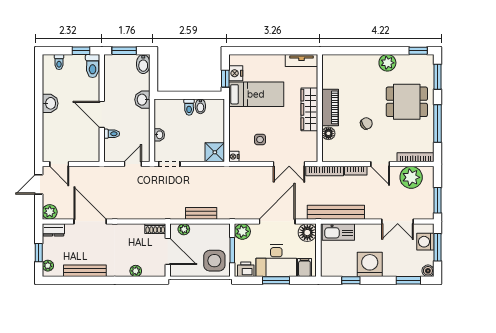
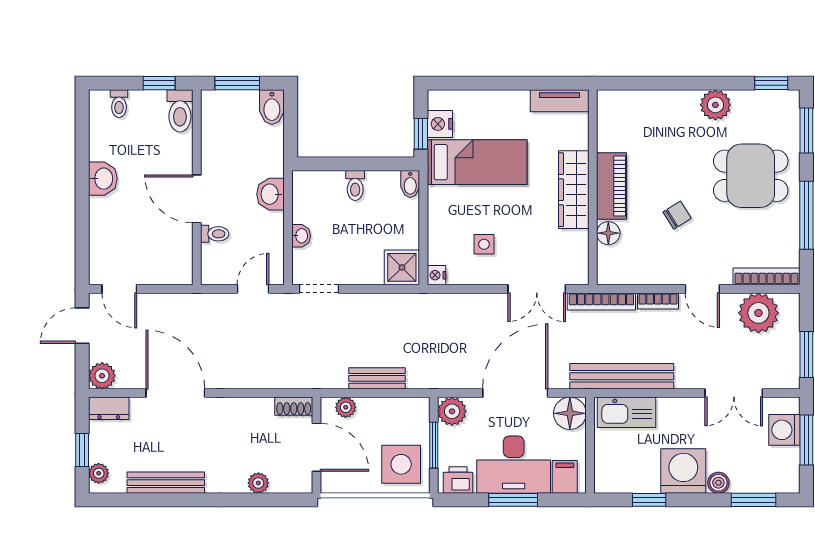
washbasin: (142, 100) -> (270, 194), moved
bidet: (200, 106) -> (410, 184), moved
boiler: (428, 271) -> (718, 483), moved

